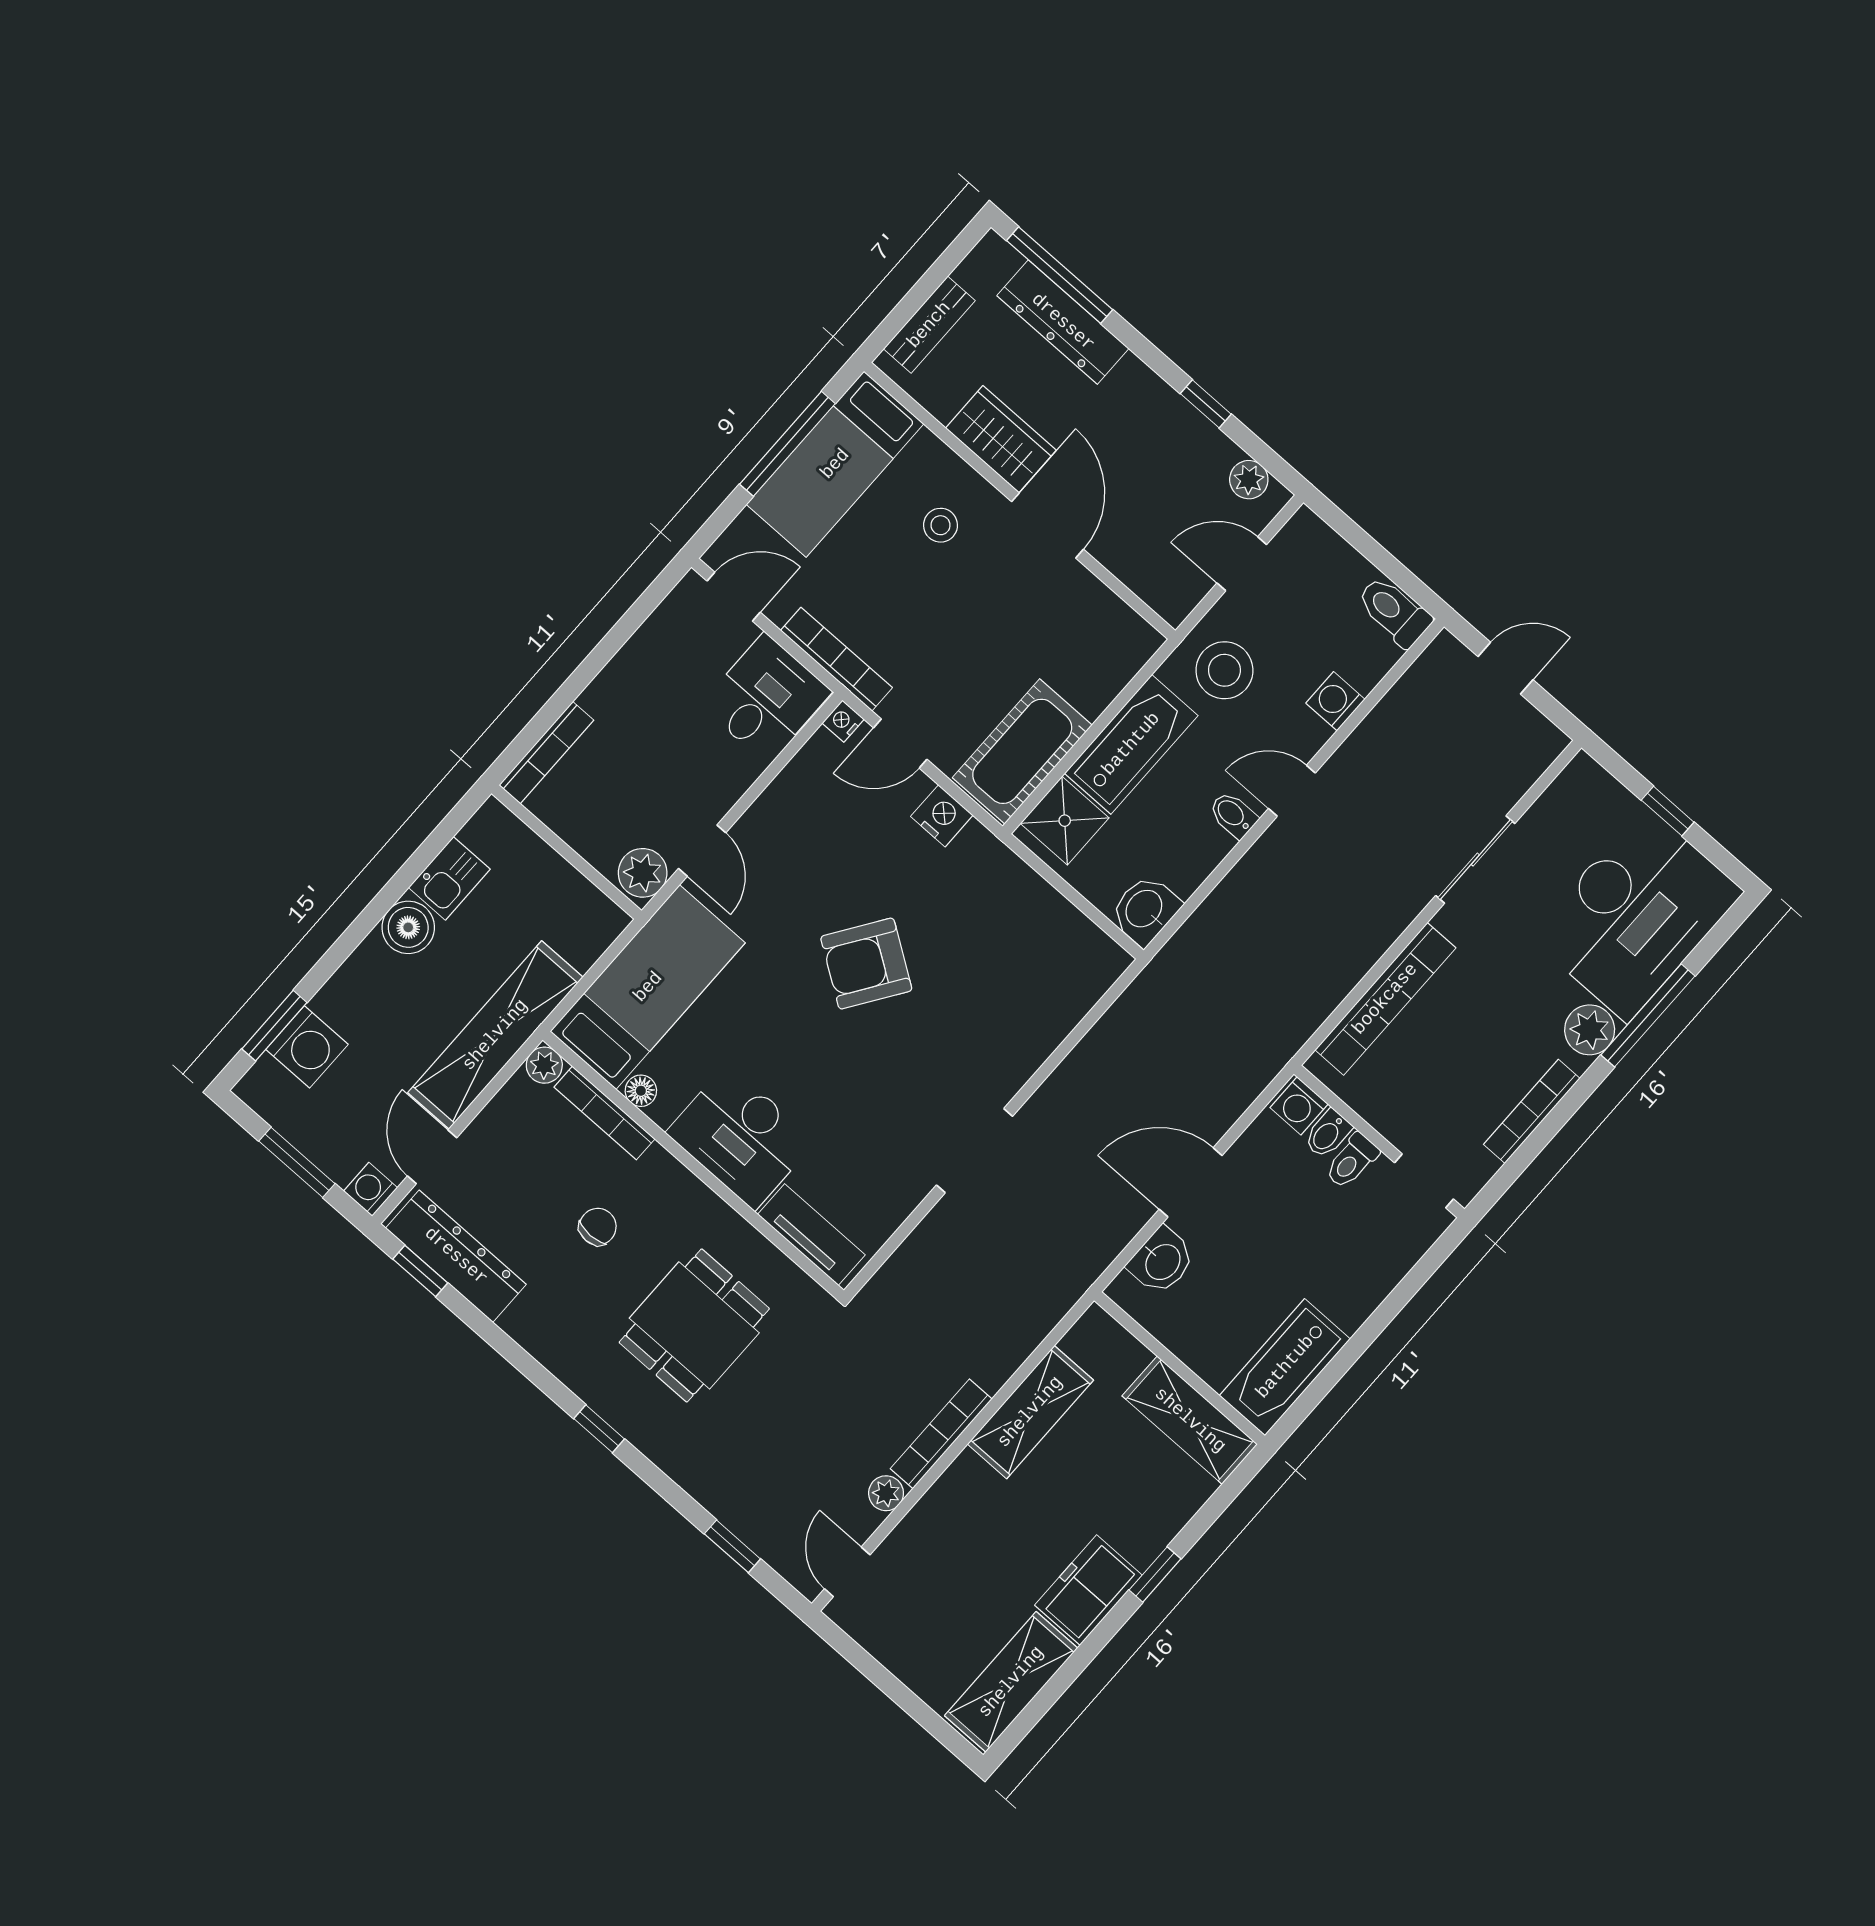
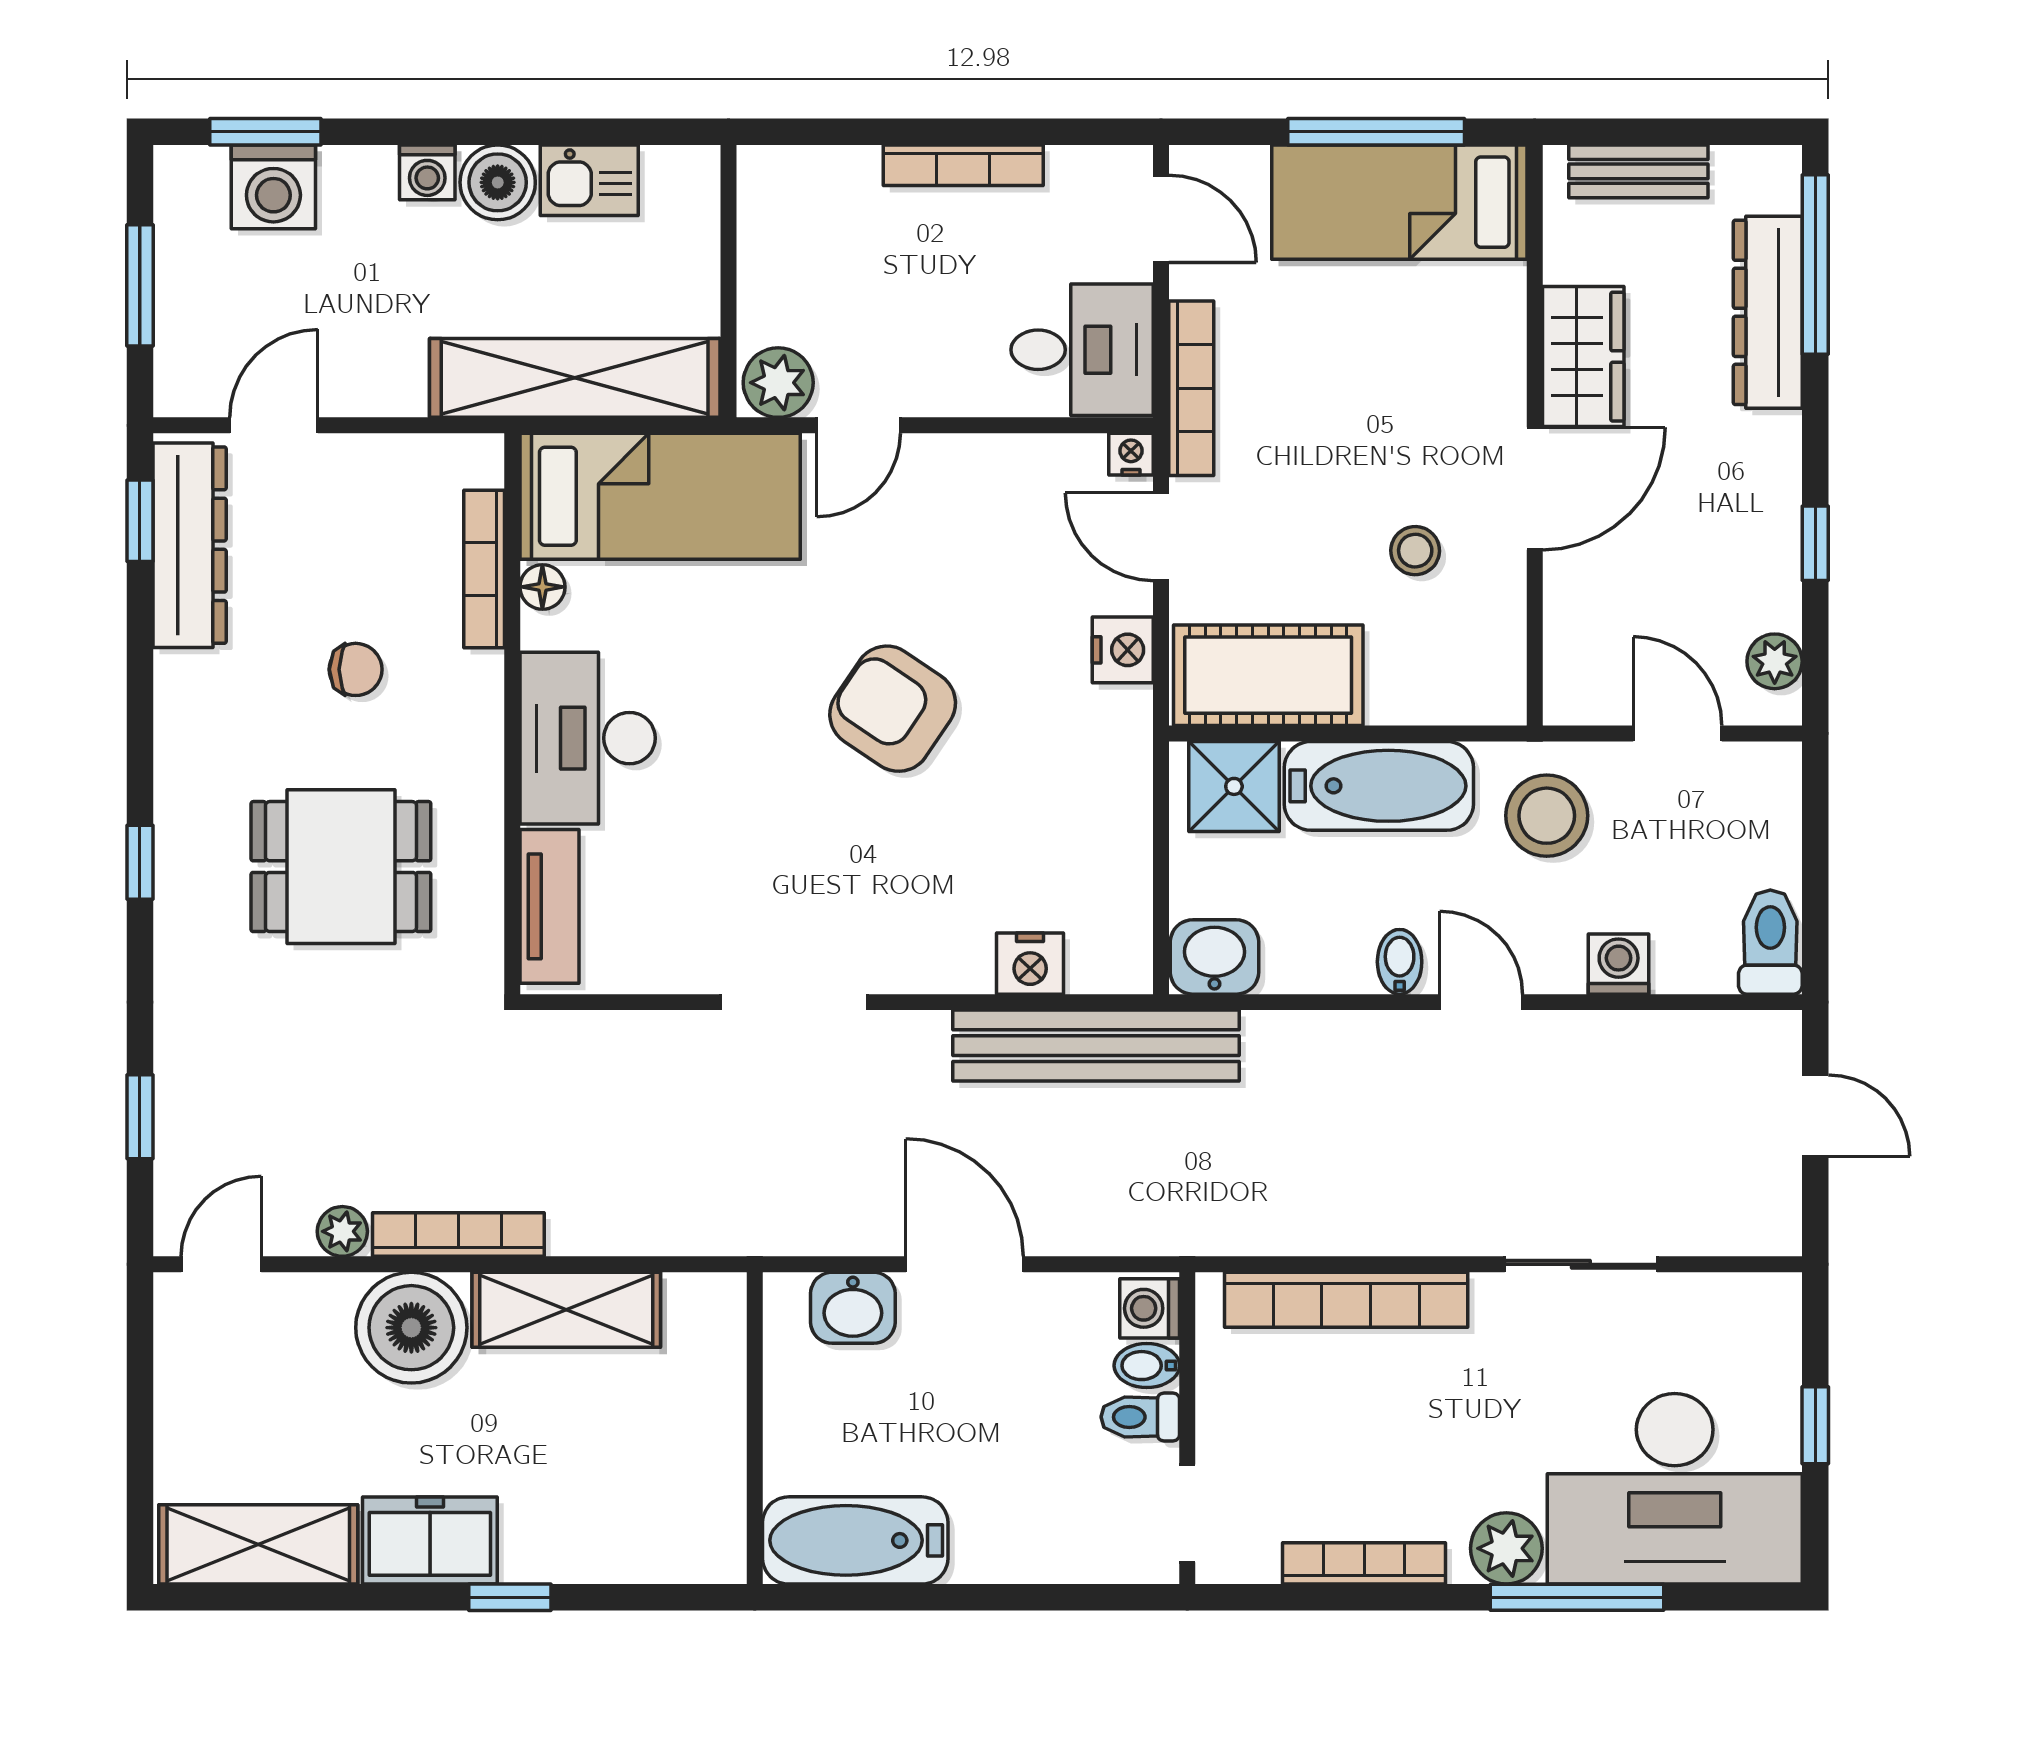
stool: (941, 525) -> (1415, 551), moved
bookcase: (546, 753) -> (963, 165), moved
nightstand: (1063, 1009) -> (1030, 964), added
bench: (1137, 1013) -> (1096, 1046), added
shelving: (495, 1035) -> (575, 378), moved
plant: (544, 1065) -> (478, 459), removed
washing machine: (370, 1189) -> (427, 172), moved, turned 180
shelving: (1190, 1420) -> (709, 1488), removed
boiler: (968, 1502) -> (411, 1328), added

